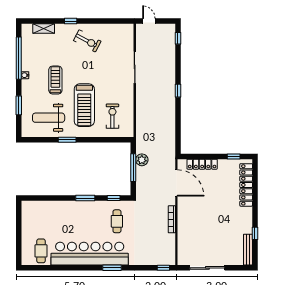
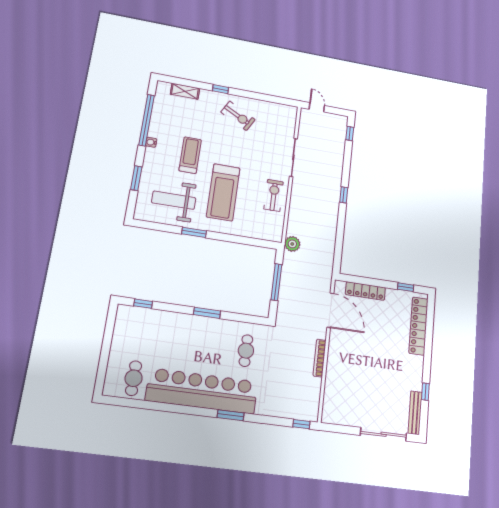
exercise bike: (112, 116) -> (274, 195), moved
plant: (142, 160) -> (292, 244), moved
window: (114, 198) -> (143, 304), moved
sliding door: (207, 268) -> (384, 434), moved

